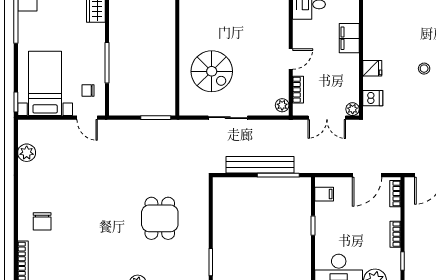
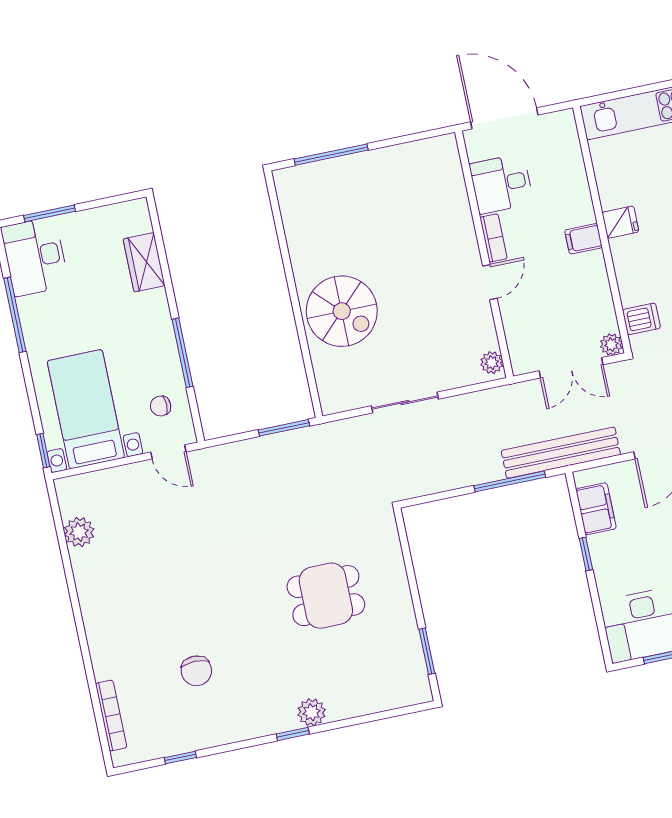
filing cabinet: (349, 38) -> (584, 239), width x0.50
fridge: (372, 68) -> (620, 222), moved
spiral stairs: (212, 71) -> (342, 311), moved
bookcase: (298, 90) -> (493, 238), moved
bench: (260, 165) -> (561, 453), moved
filing cabinet: (324, 194) -> (596, 509), width x2.00
dining table: (160, 218) -> (326, 596), turned 90
chair: (42, 221) -> (196, 671), moved

